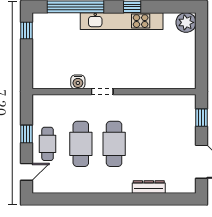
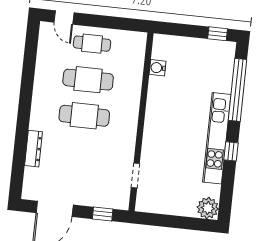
water cooler: (78, 82) -> (158, 68), moved
doorway: (102, 92) -> (135, 176), moved
window: (26, 134) -> (105, 22), removed

